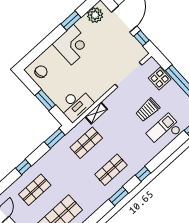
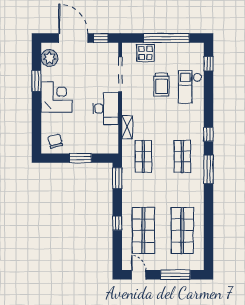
desk: (76, 105) -> (106, 109), moved
shop shelf: (35, 190) -> (143, 230), width x1.43, depth x1.36
window: (119, 196) -> (208, 169), width x1.44

